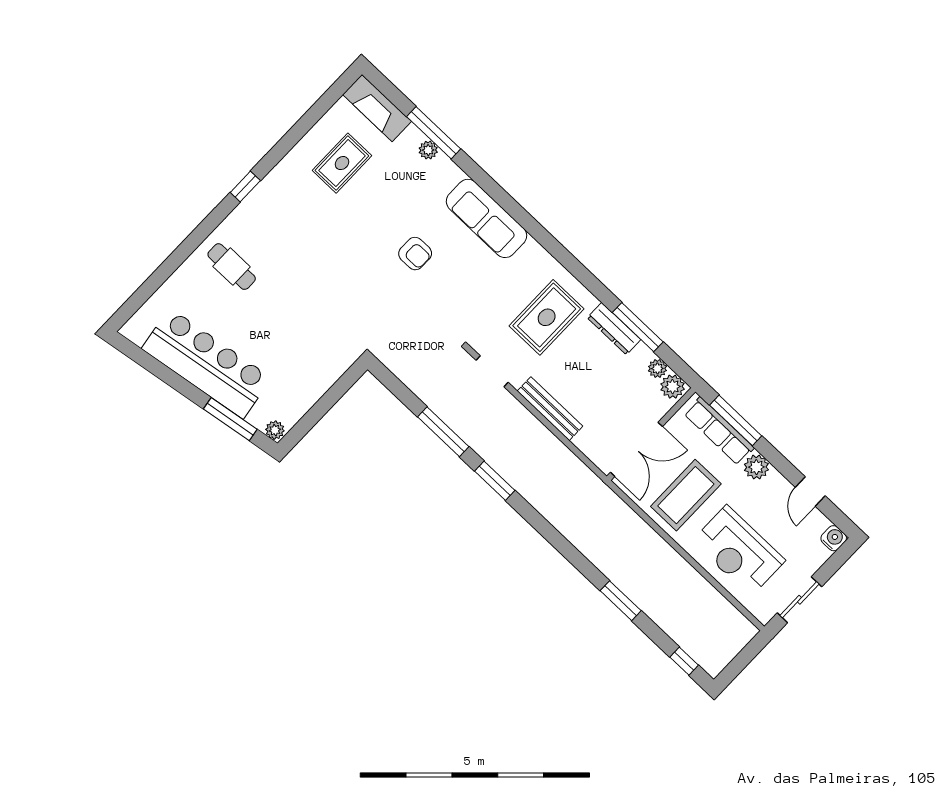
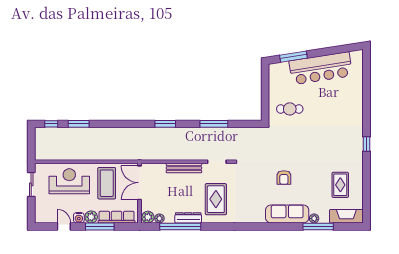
sofa: (486, 218) -> (287, 214), moved
armchair: (415, 254) -> (284, 177), turned -90
cafe table: (232, 267) -> (290, 109), moved
window: (638, 327) -> (180, 226), width x1.46
window: (736, 420) -> (100, 226), moved
plant: (275, 430) -> (274, 68), removed
window: (495, 481) -> (165, 124), moved
water cooler: (834, 538) -> (79, 218), moved
window: (621, 601) -> (79, 124), moved

